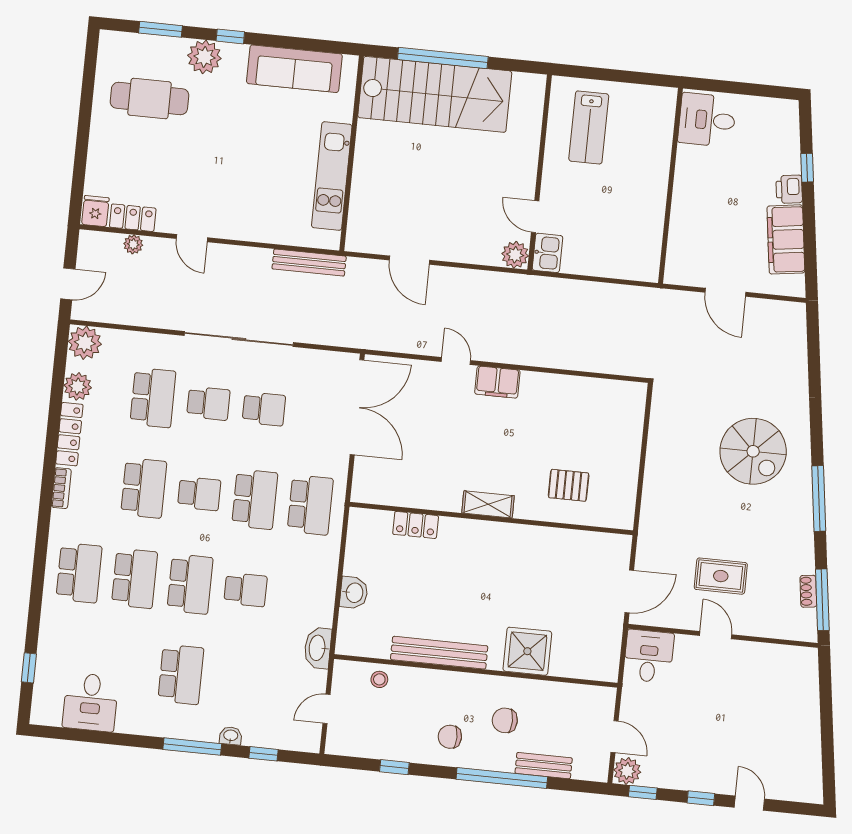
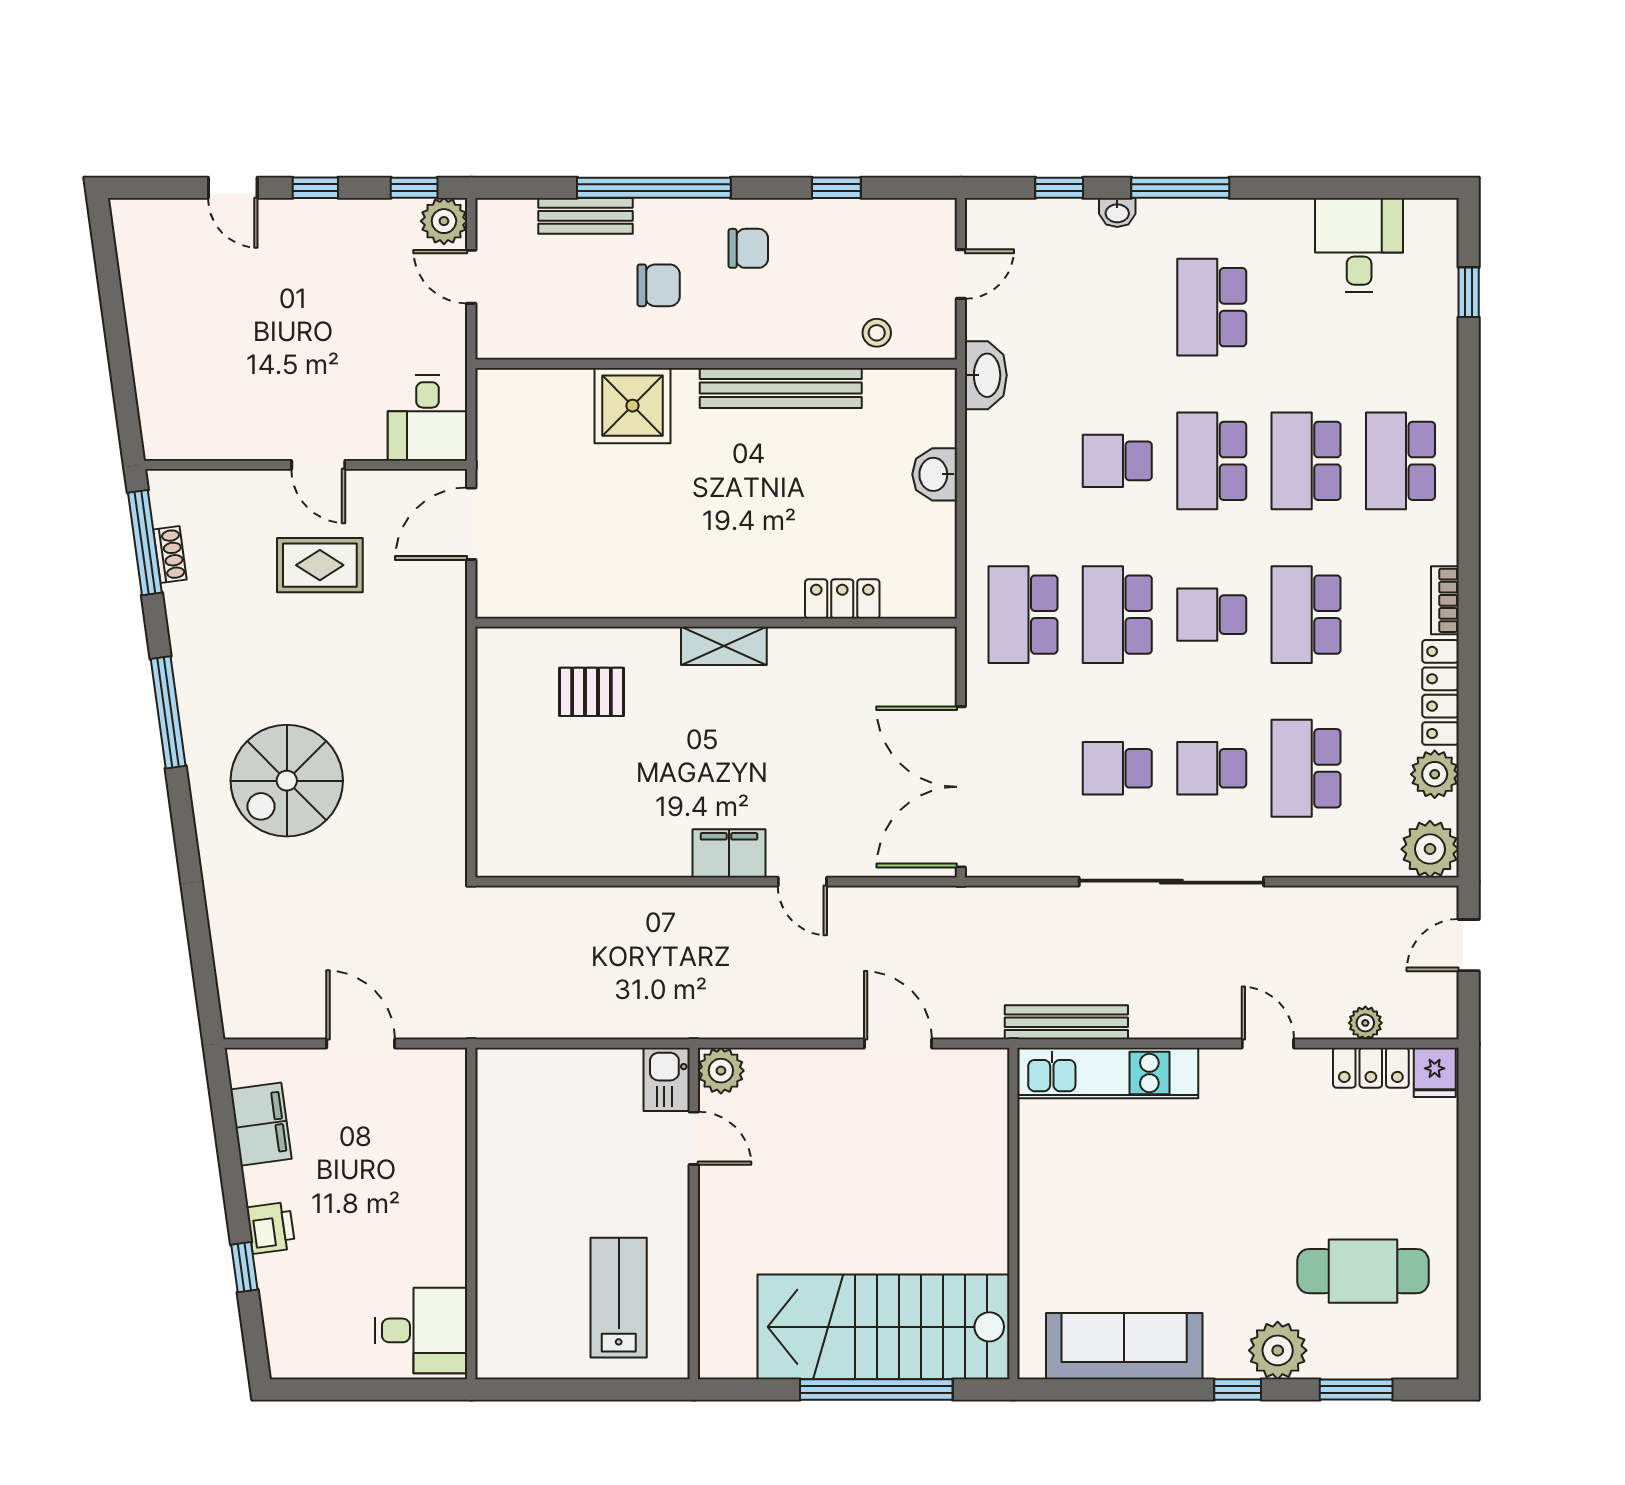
kitchen unit: (332, 176) -> (1108, 1073), moved, turned 90
filing cabinet: (786, 239) -> (261, 1124), width x0.67, depth x0.86
spiral stairs: (753, 451) -> (287, 781), turned -90

